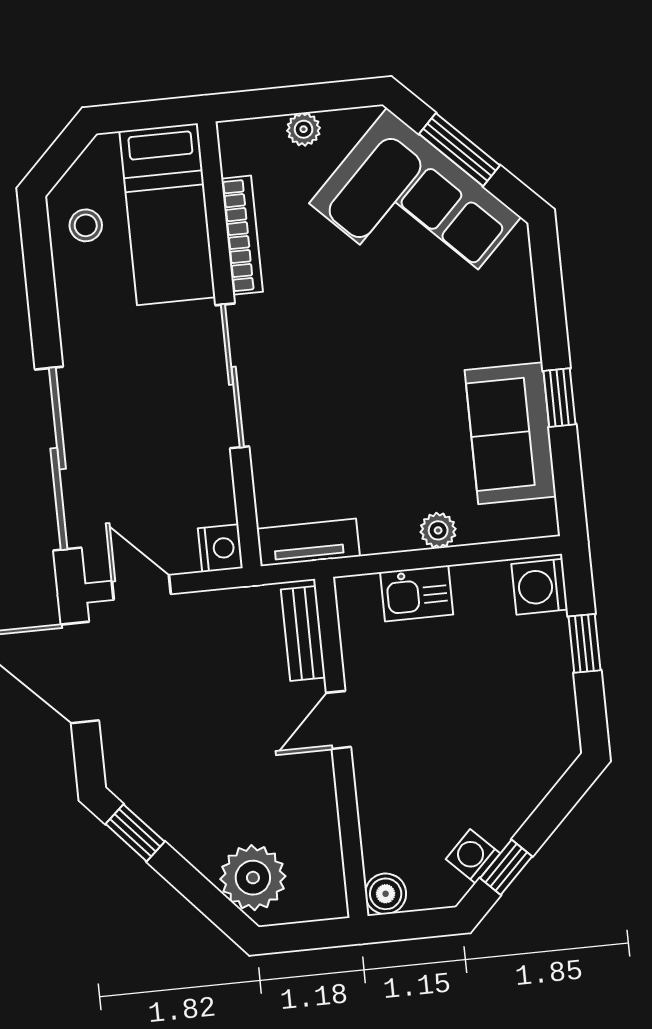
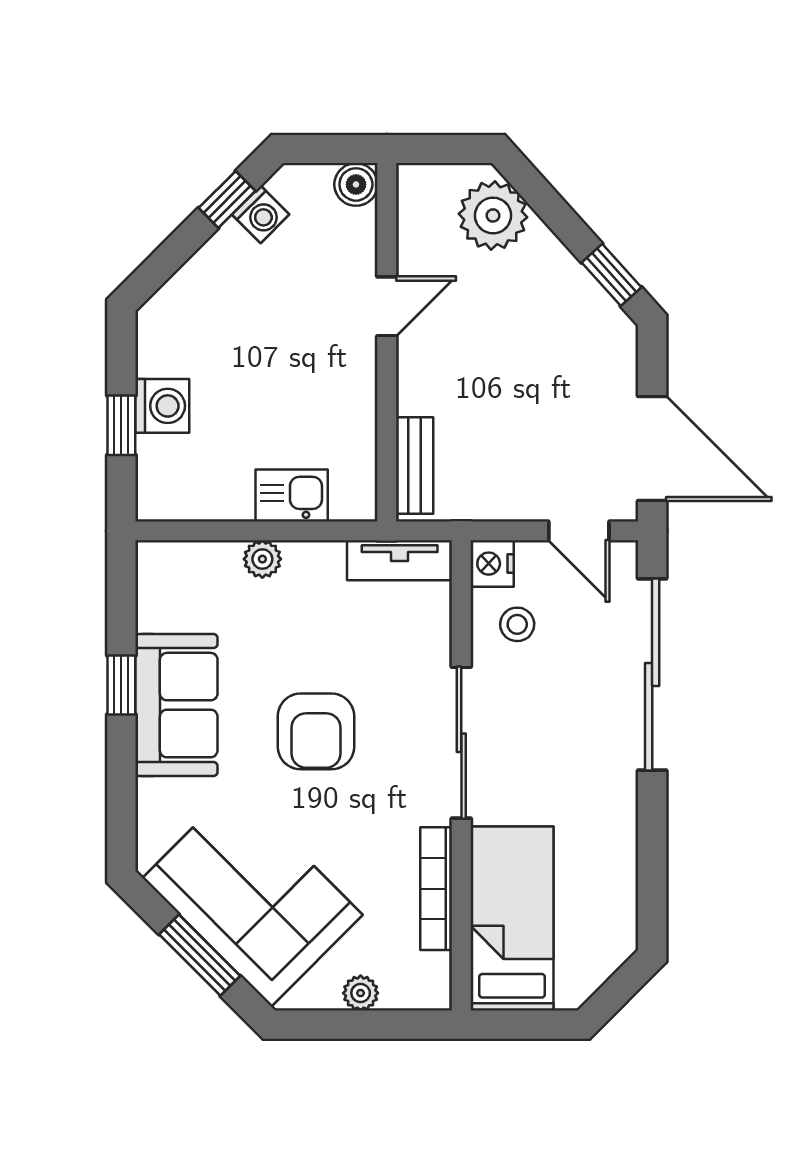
stool: (86, 225) -> (517, 624), moved
armchair: (371, 372) -> (316, 731), added
sofa: (510, 433) -> (176, 705), moved
washing machine: (540, 587) -> (162, 406), moved
door: (339, 720) -> (387, 306), moved

